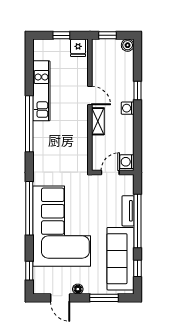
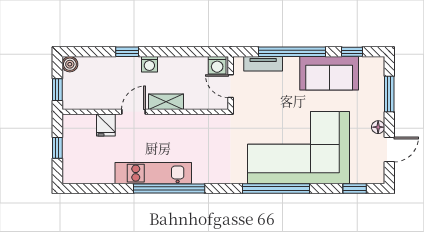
fridge: (78, 48) -> (106, 125), moved, turned 90
kitchen unit: (41, 91) -> (153, 173), moved
tv unit: (128, 211) -> (263, 64), moved
sofa: (120, 259) -> (329, 73), width x0.73

